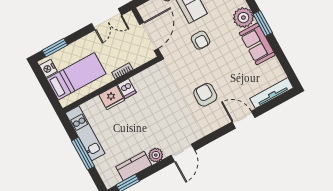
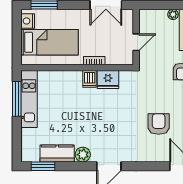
door: (149, 36) -> (136, 42), width x0.53
fridge: (112, 97) -> (108, 79), moved
window: (83, 154) -> (17, 99), moved

